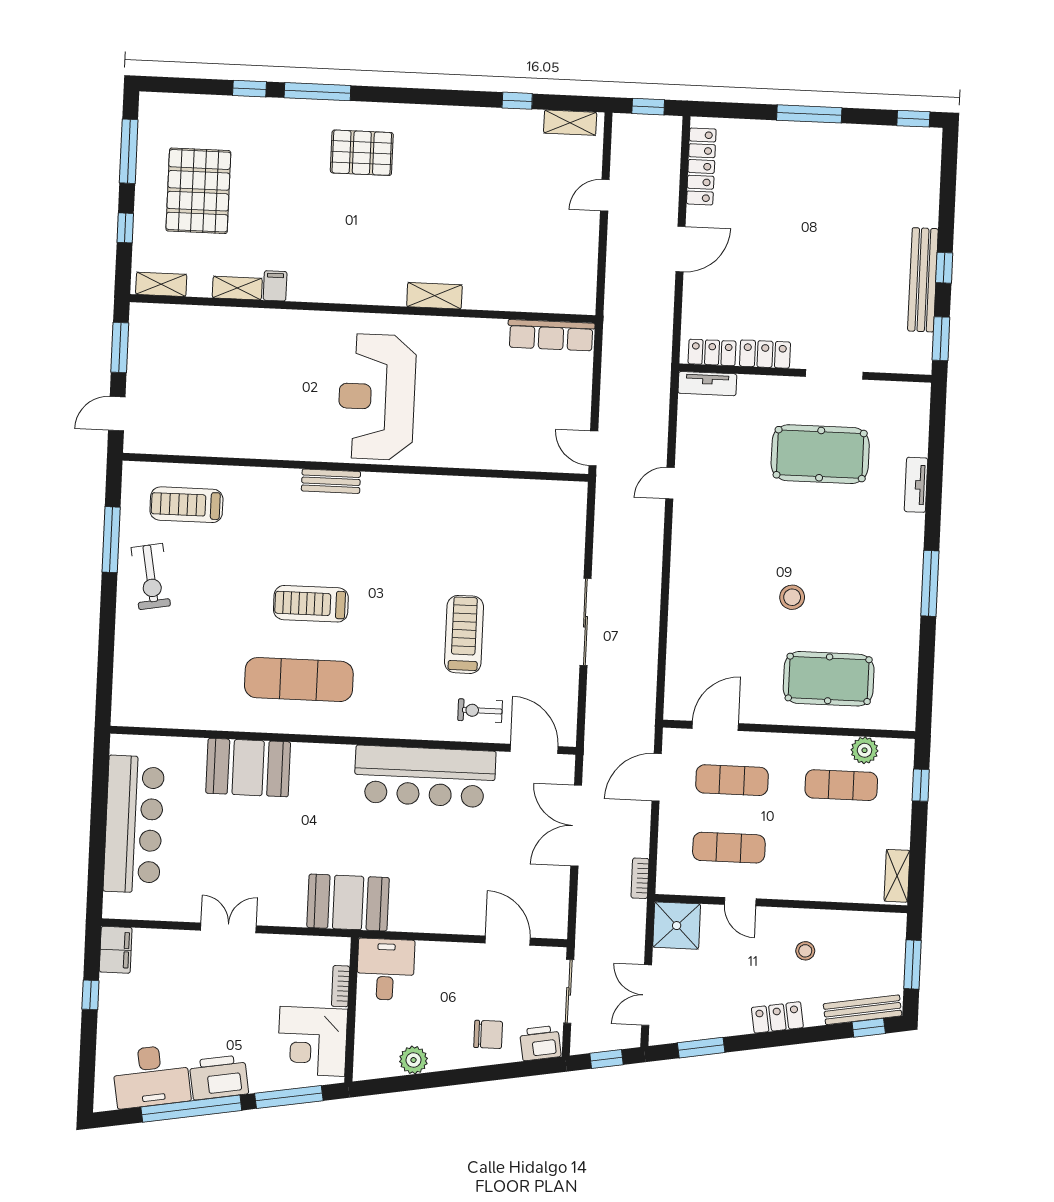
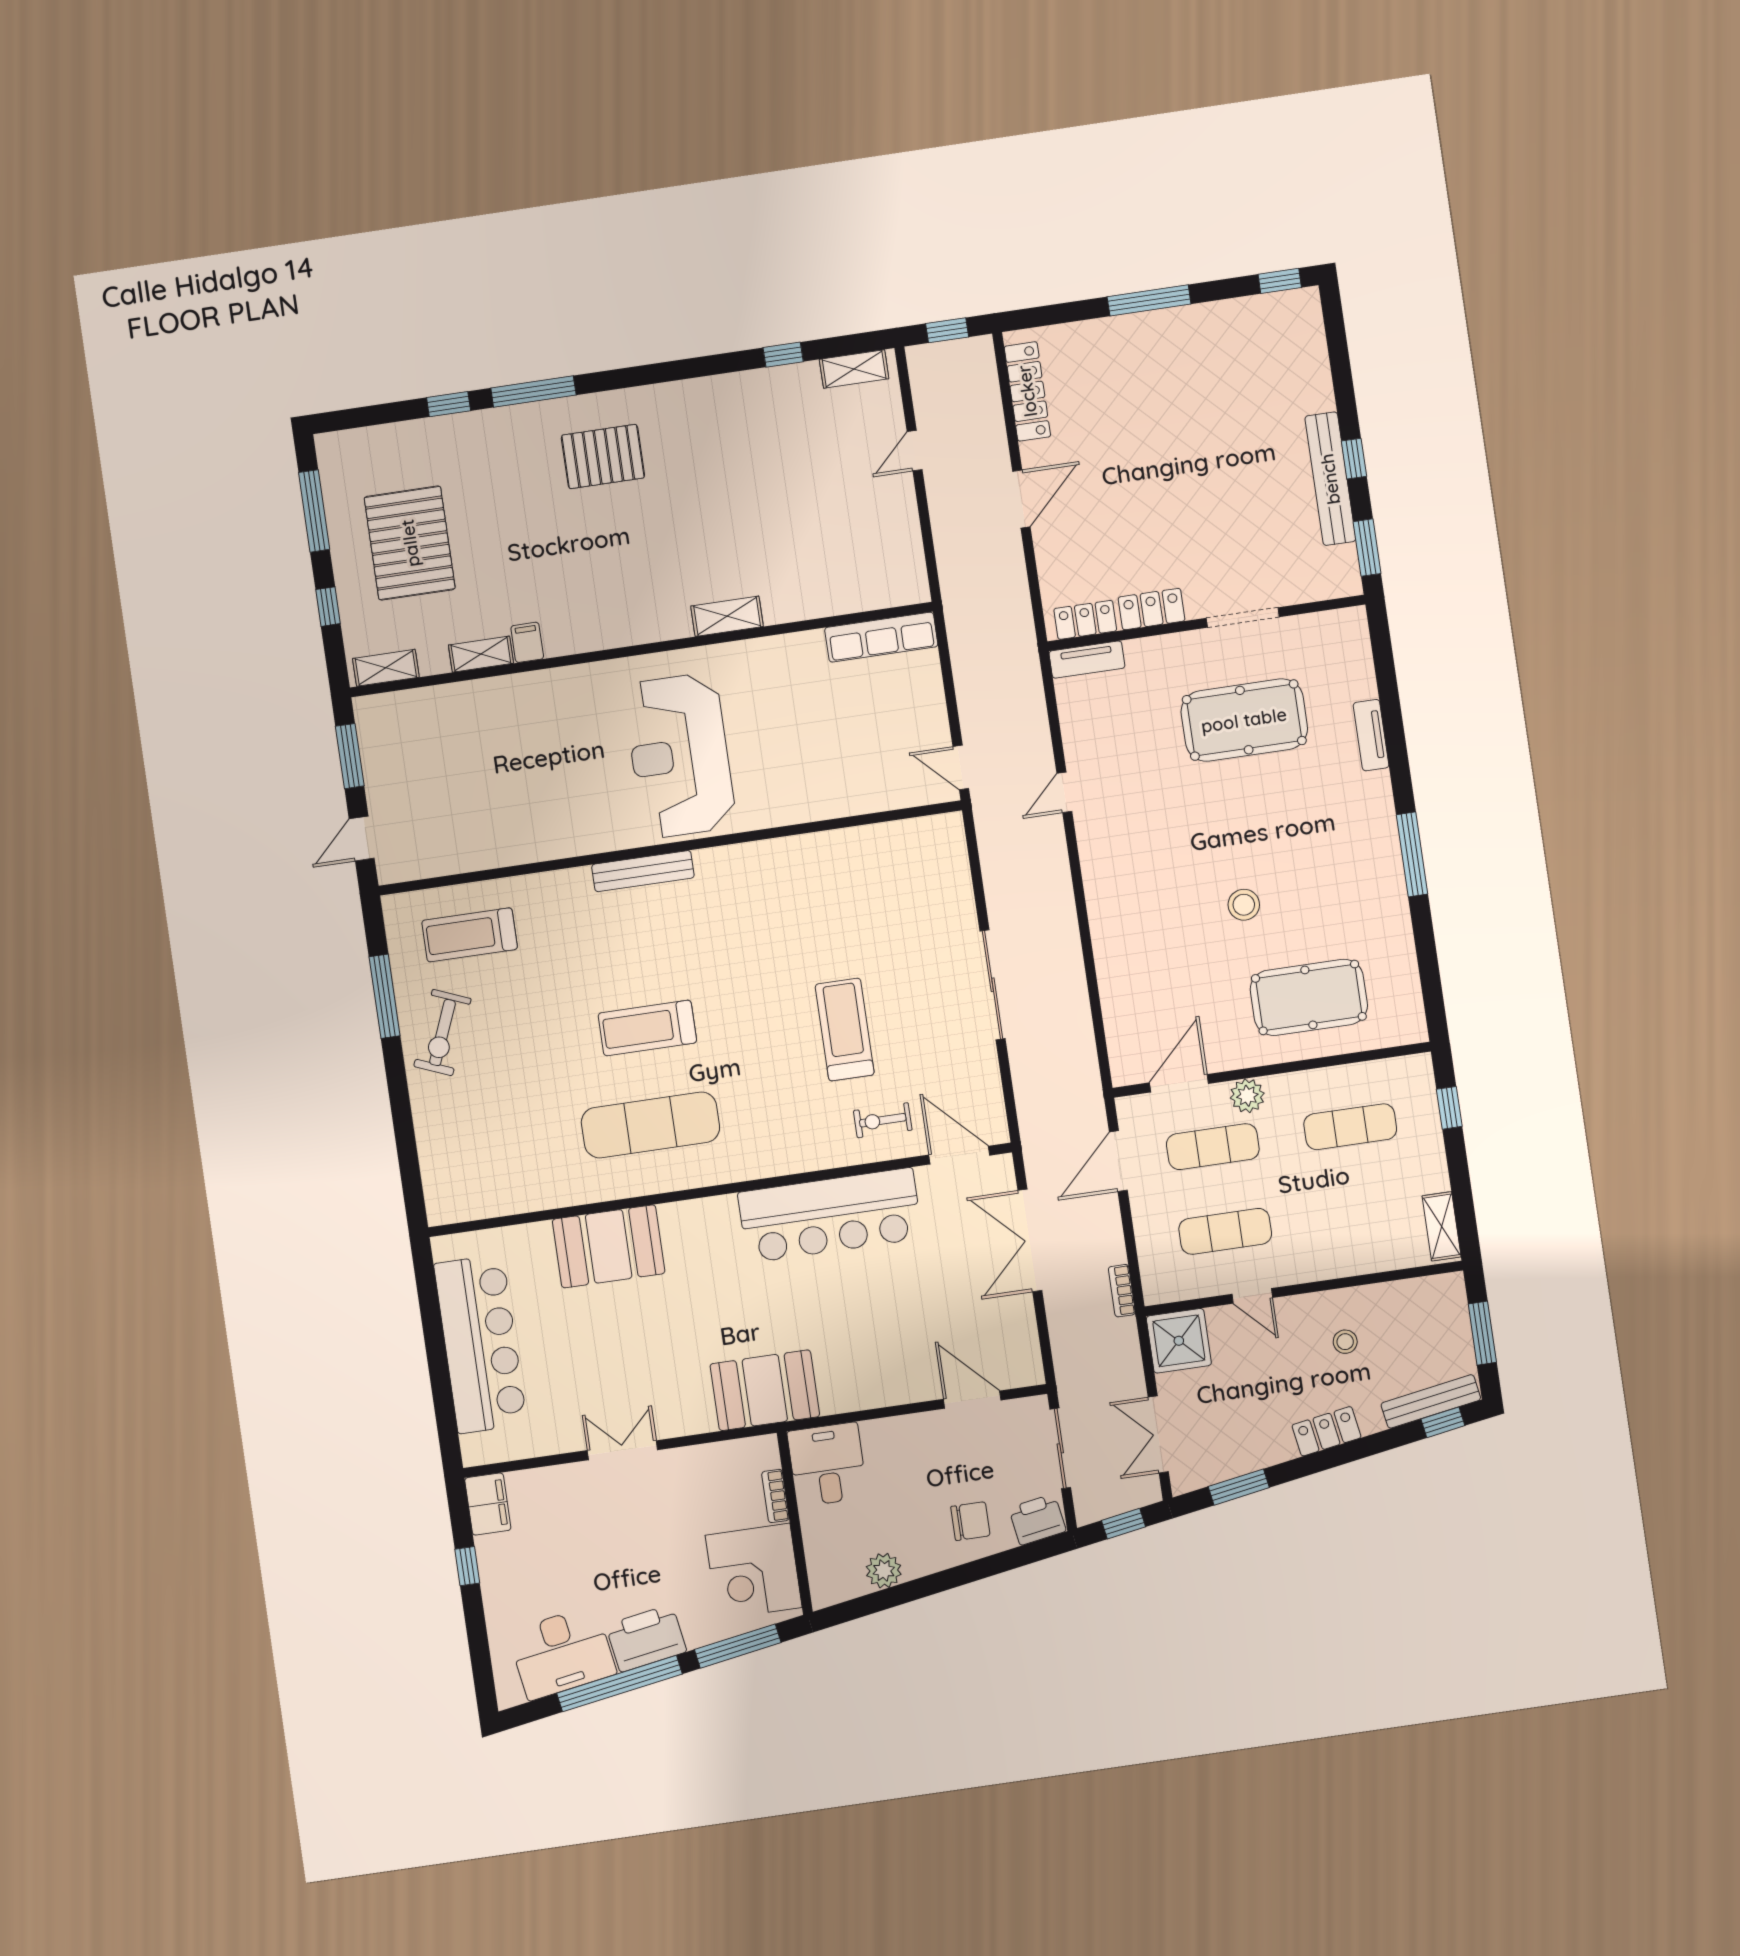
bench: (331, 481) -> (643, 871), width x1.36
exercise bike: (151, 577) -> (442, 1033), turned 32
plant: (865, 750) -> (1247, 1096), moved

